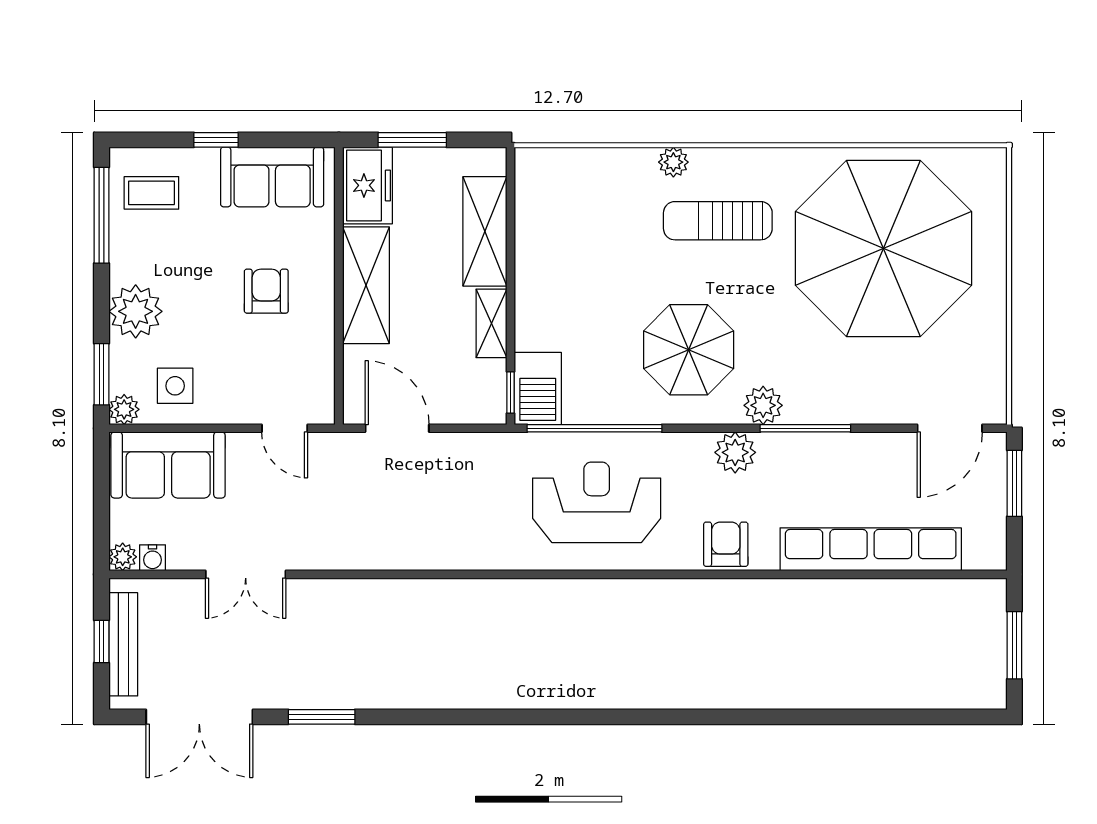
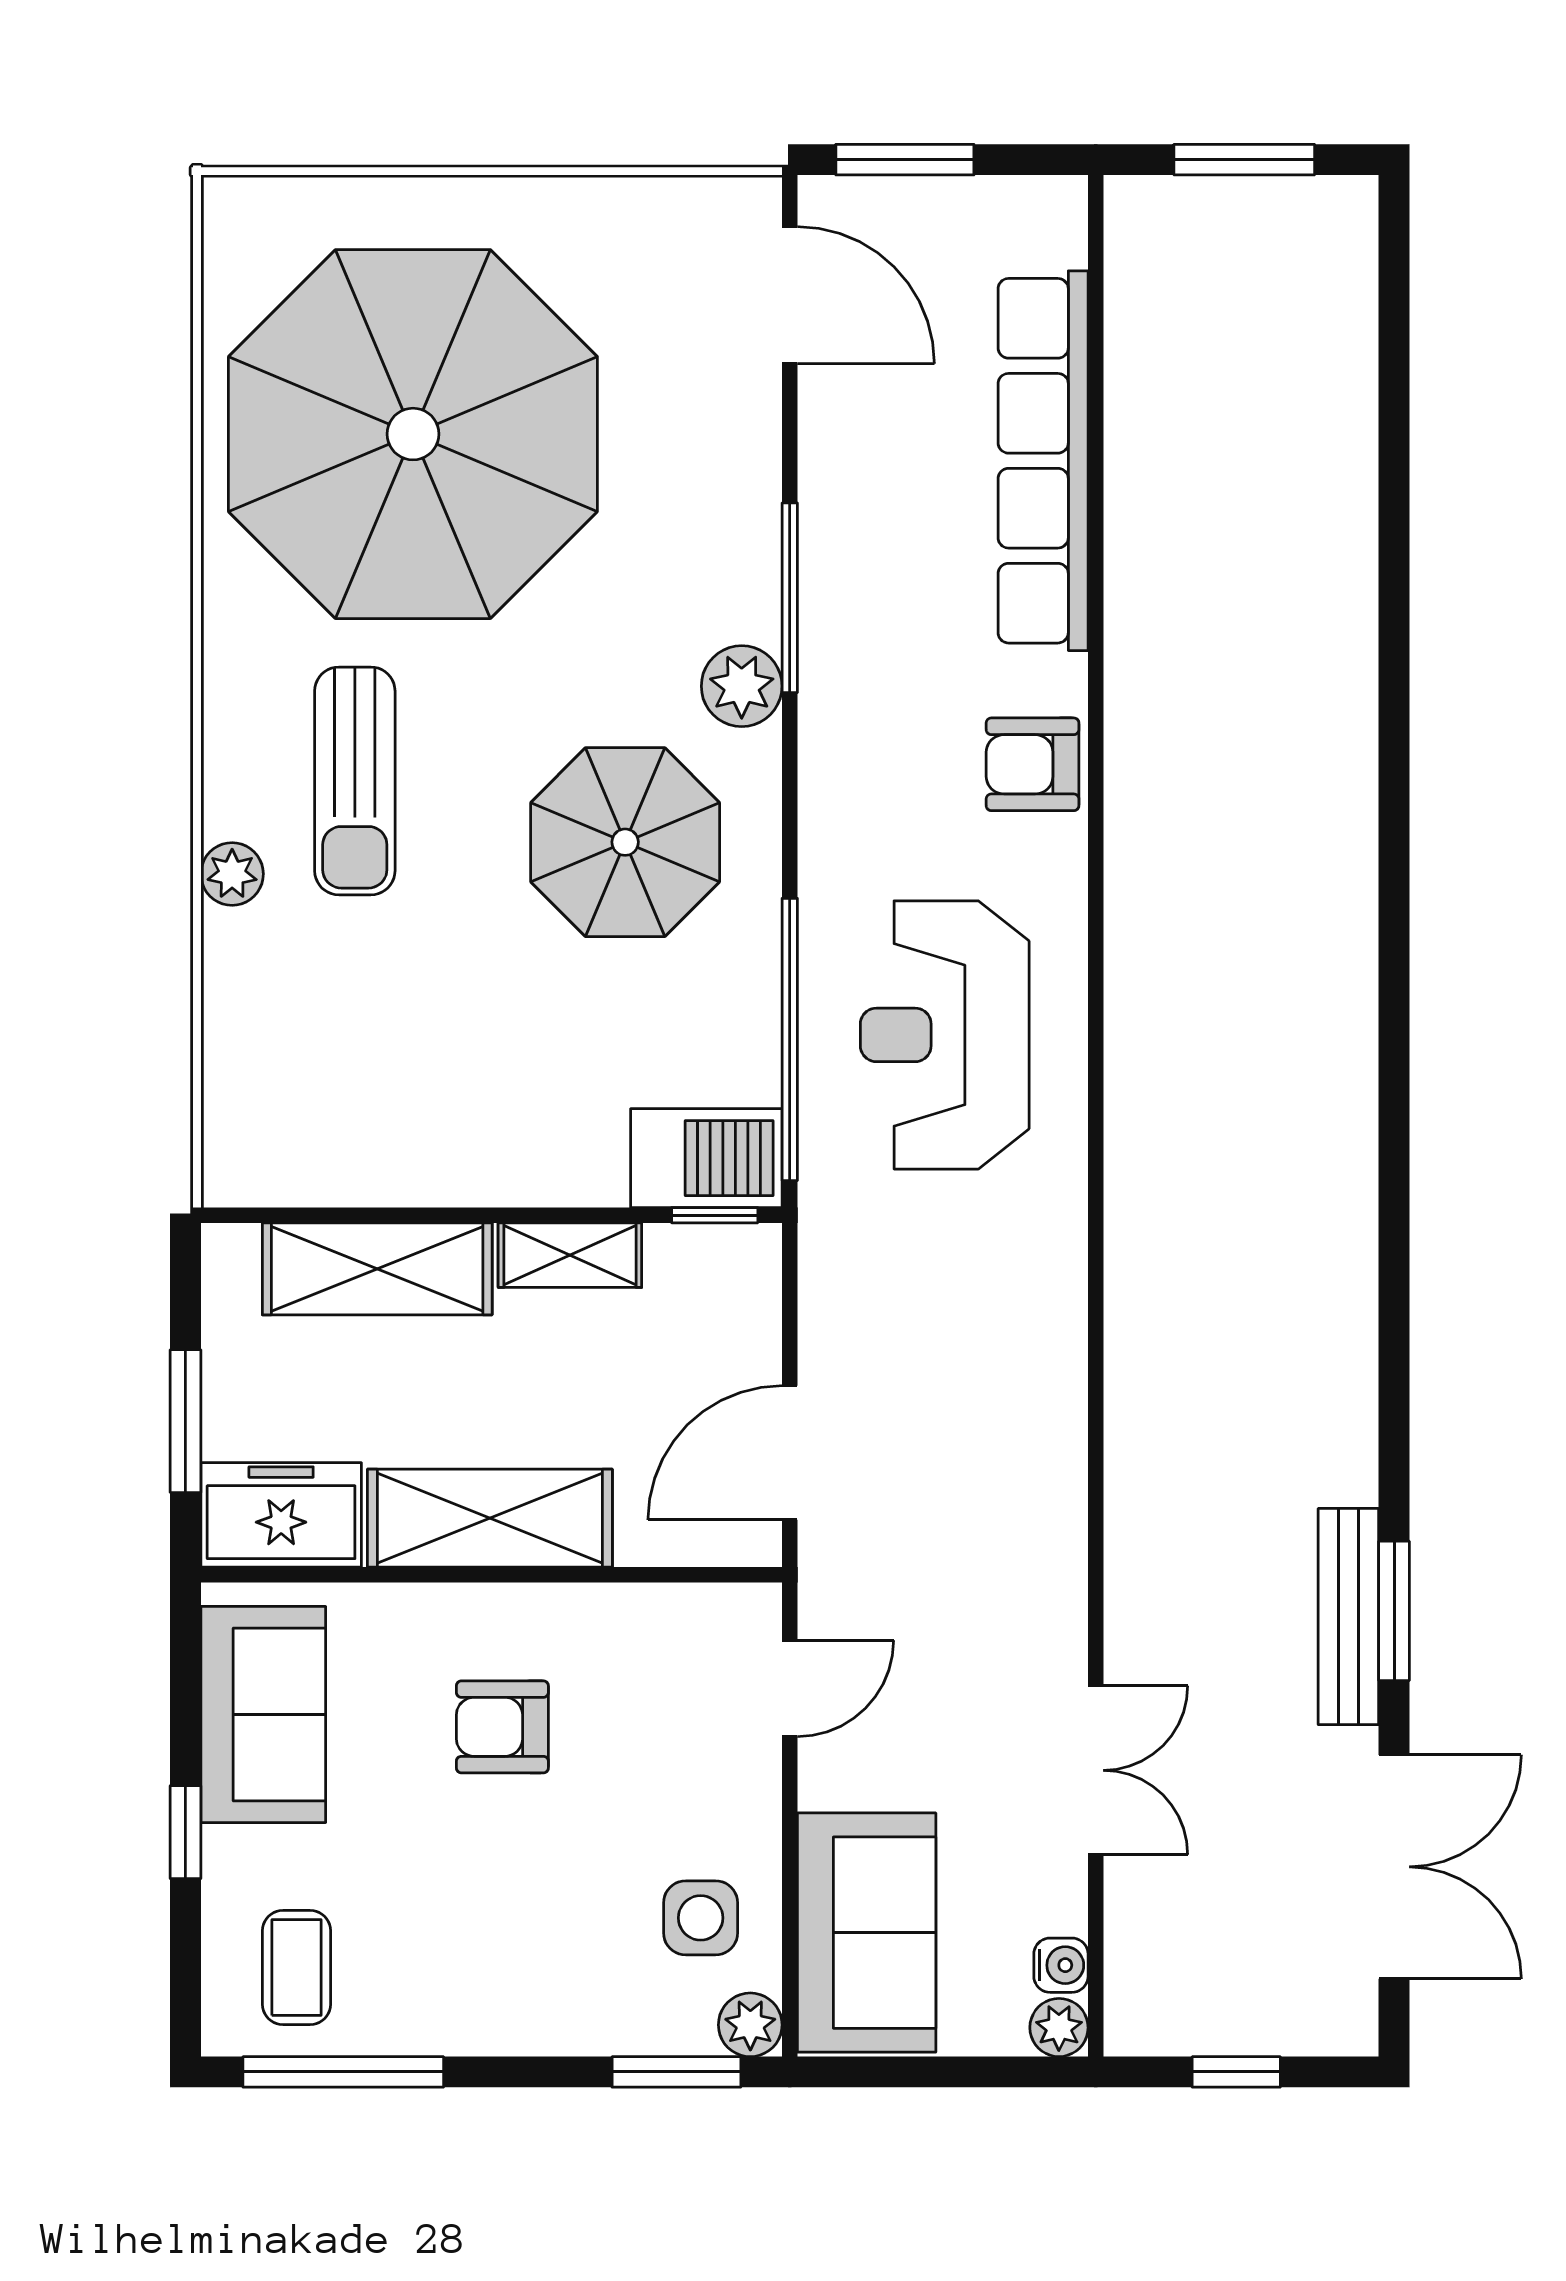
plant: (136, 311) -> (545, 2001), removed
plant: (735, 452) -> (840, 745), removed
bench: (123, 644) -> (1348, 1617), moved, turned 90

